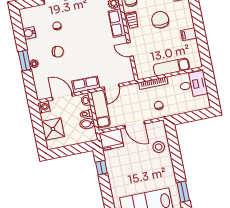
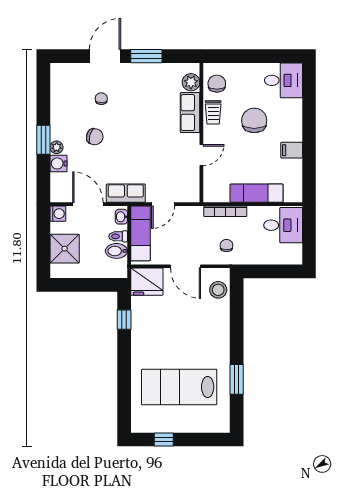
water cooler: (29, 33) -> (58, 163), moved
door: (130, 49) -> (201, 155), swing flipped
stool: (159, 147) -> (218, 290), moved

